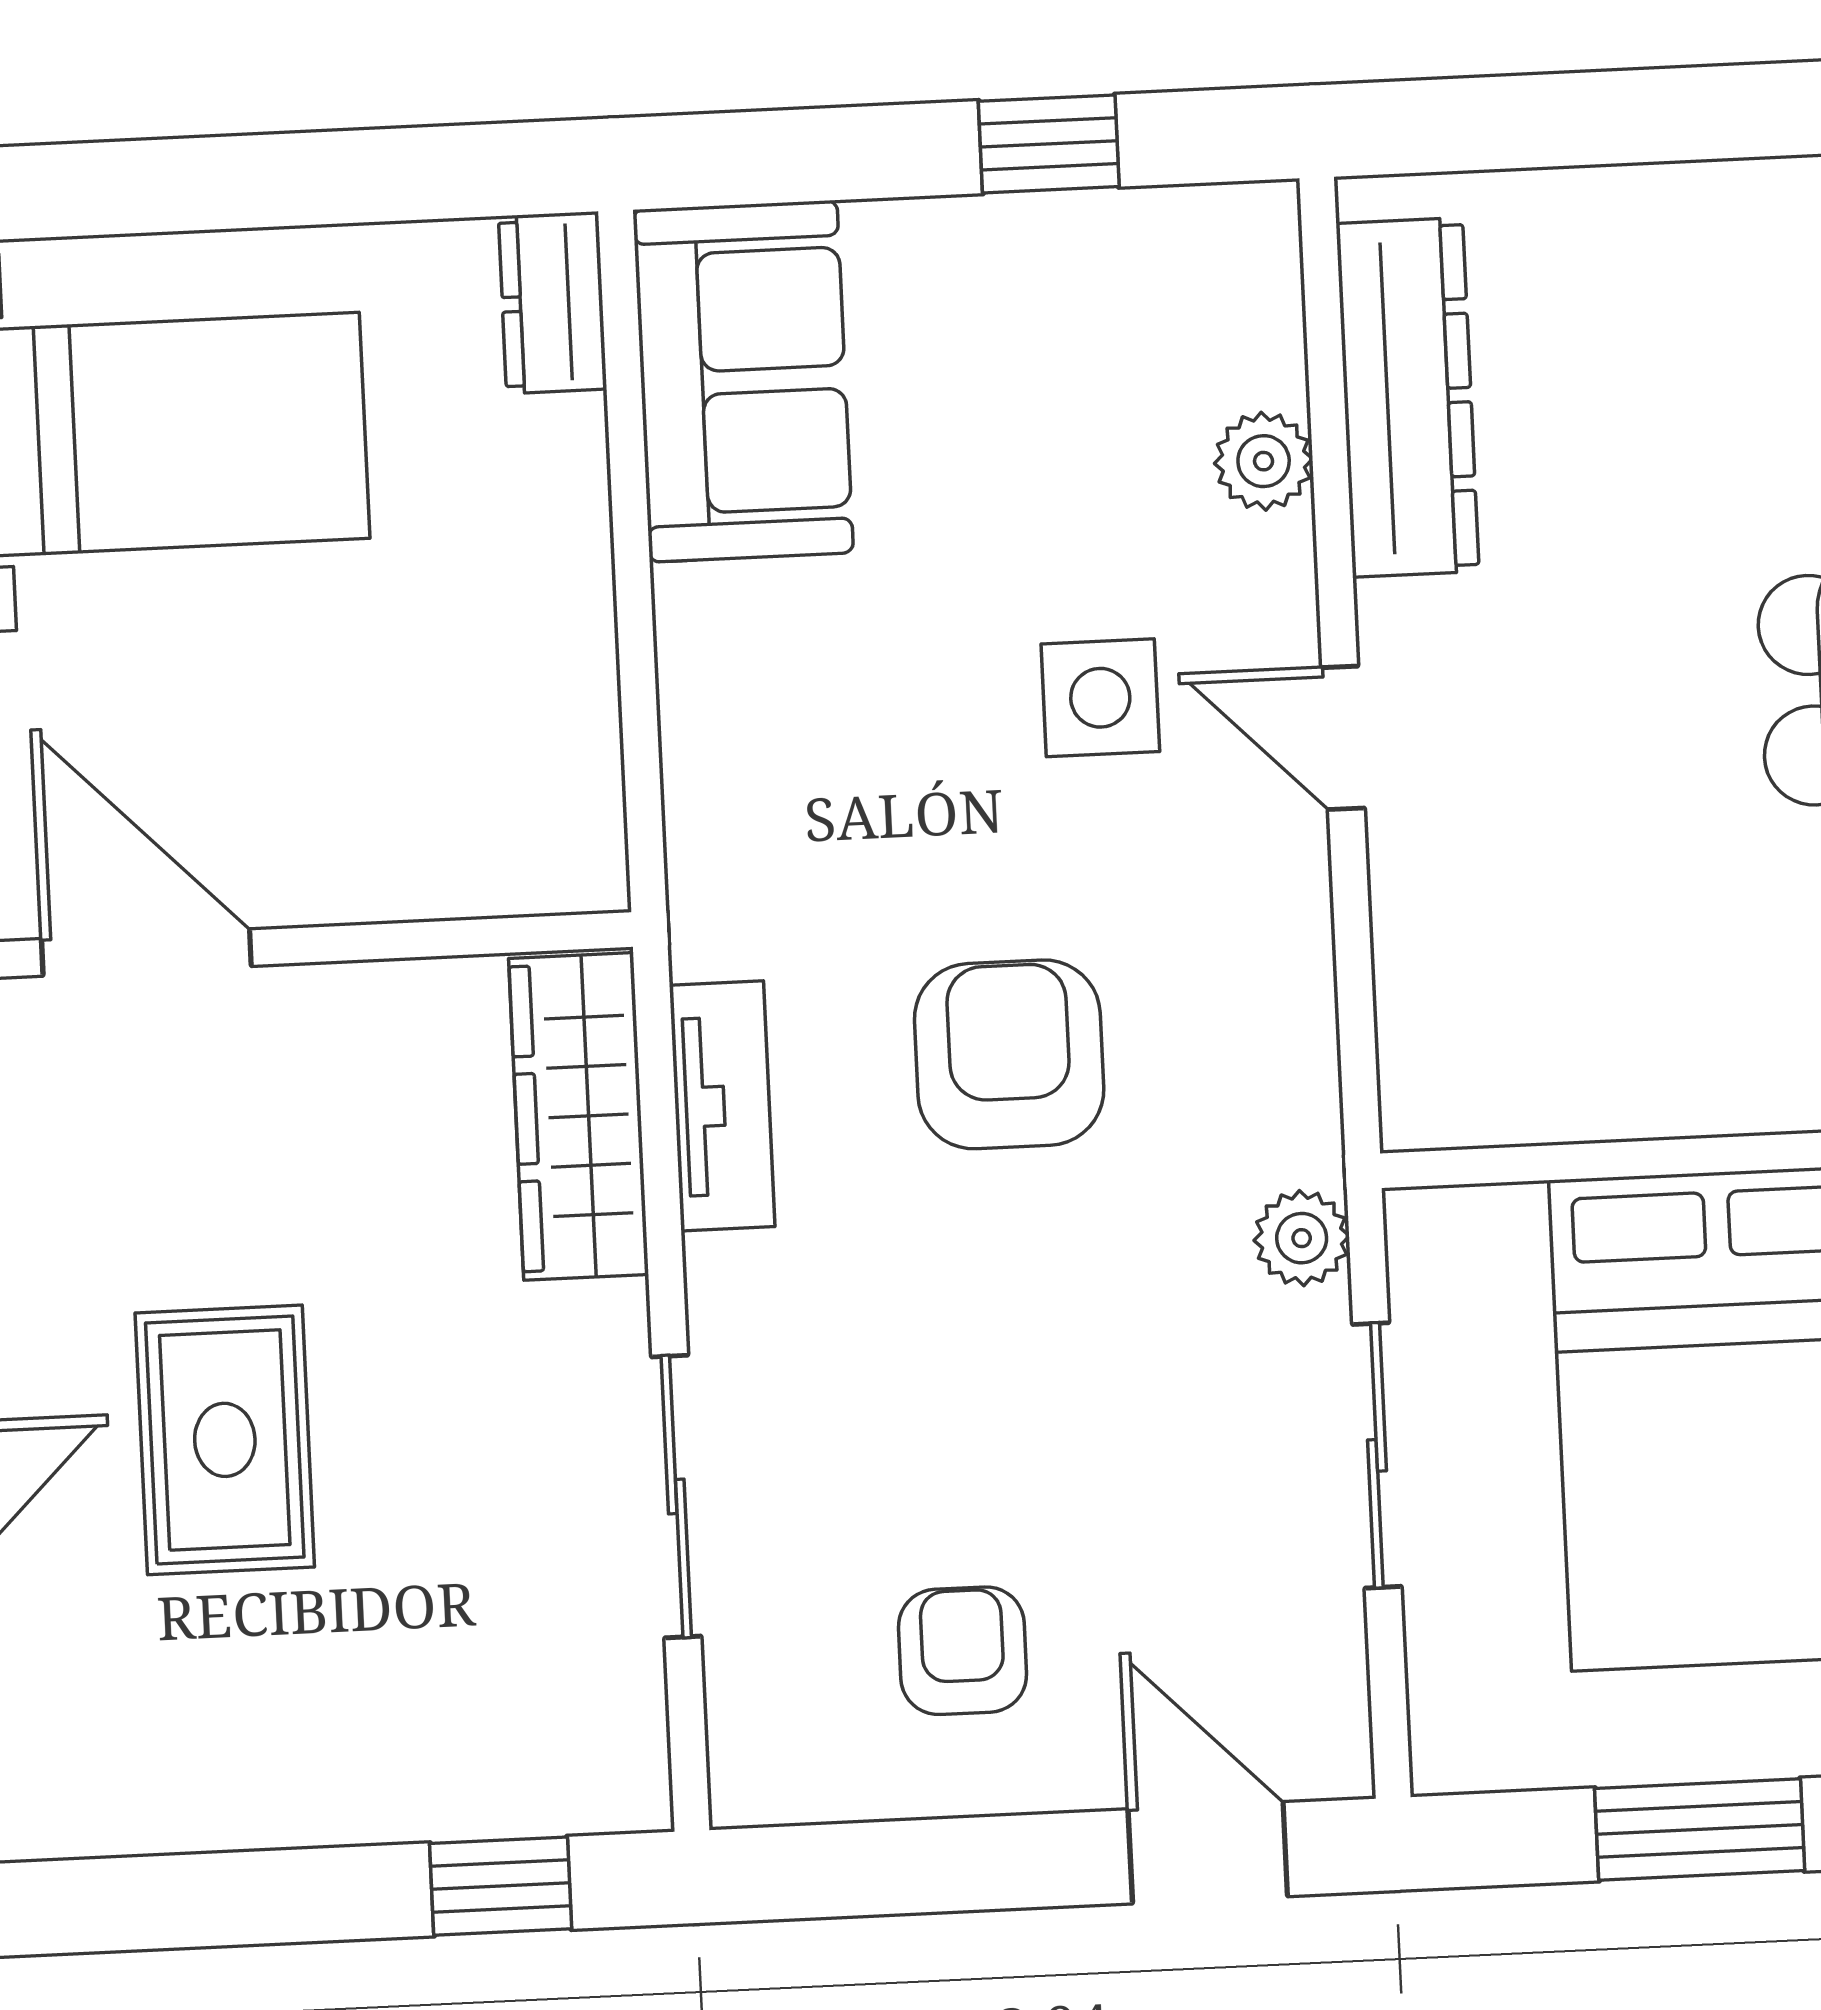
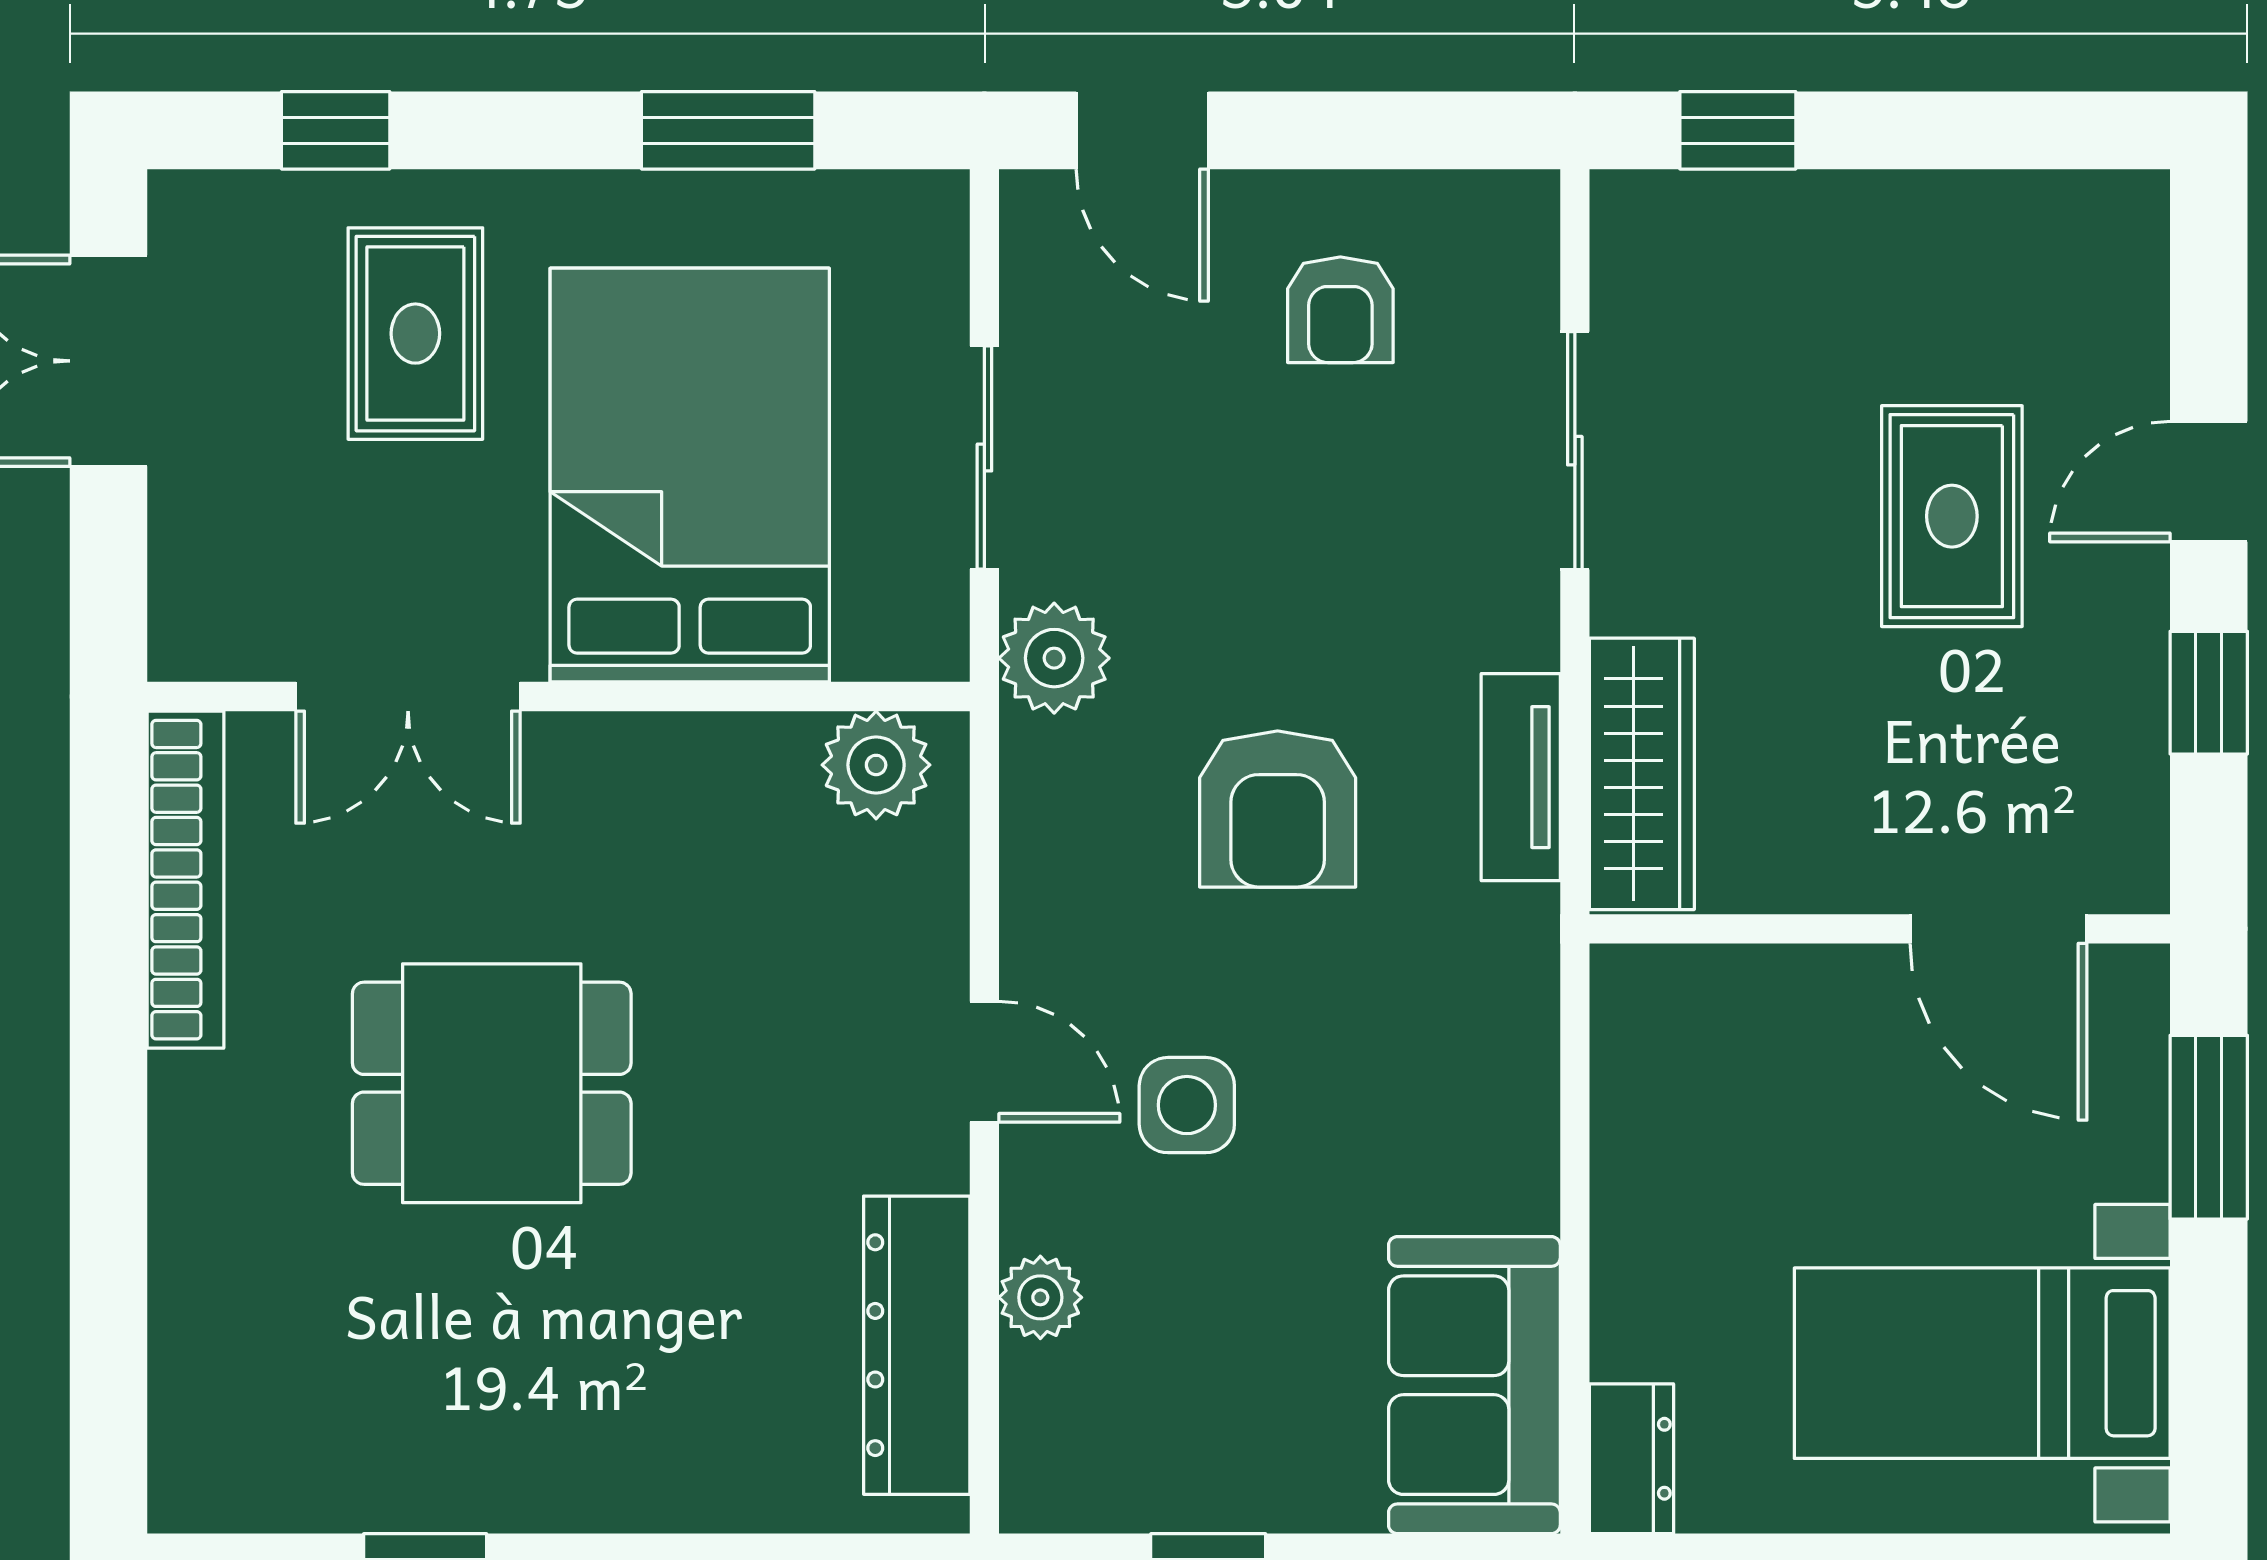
plant: (1488, 1084) -> (876, 765), added
plant: (1302, 1238) -> (1054, 658), width x1.38, depth x1.38

